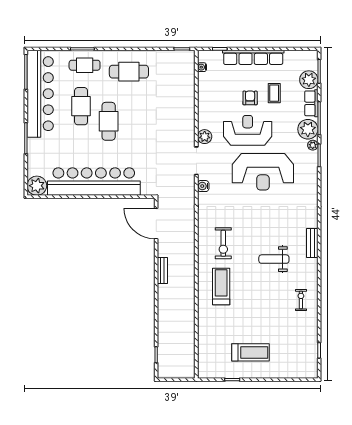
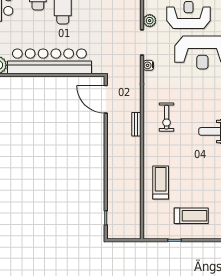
bench: (162, 270) -> (136, 124), moved
treadmill: (221, 287) -> (161, 183), moved

